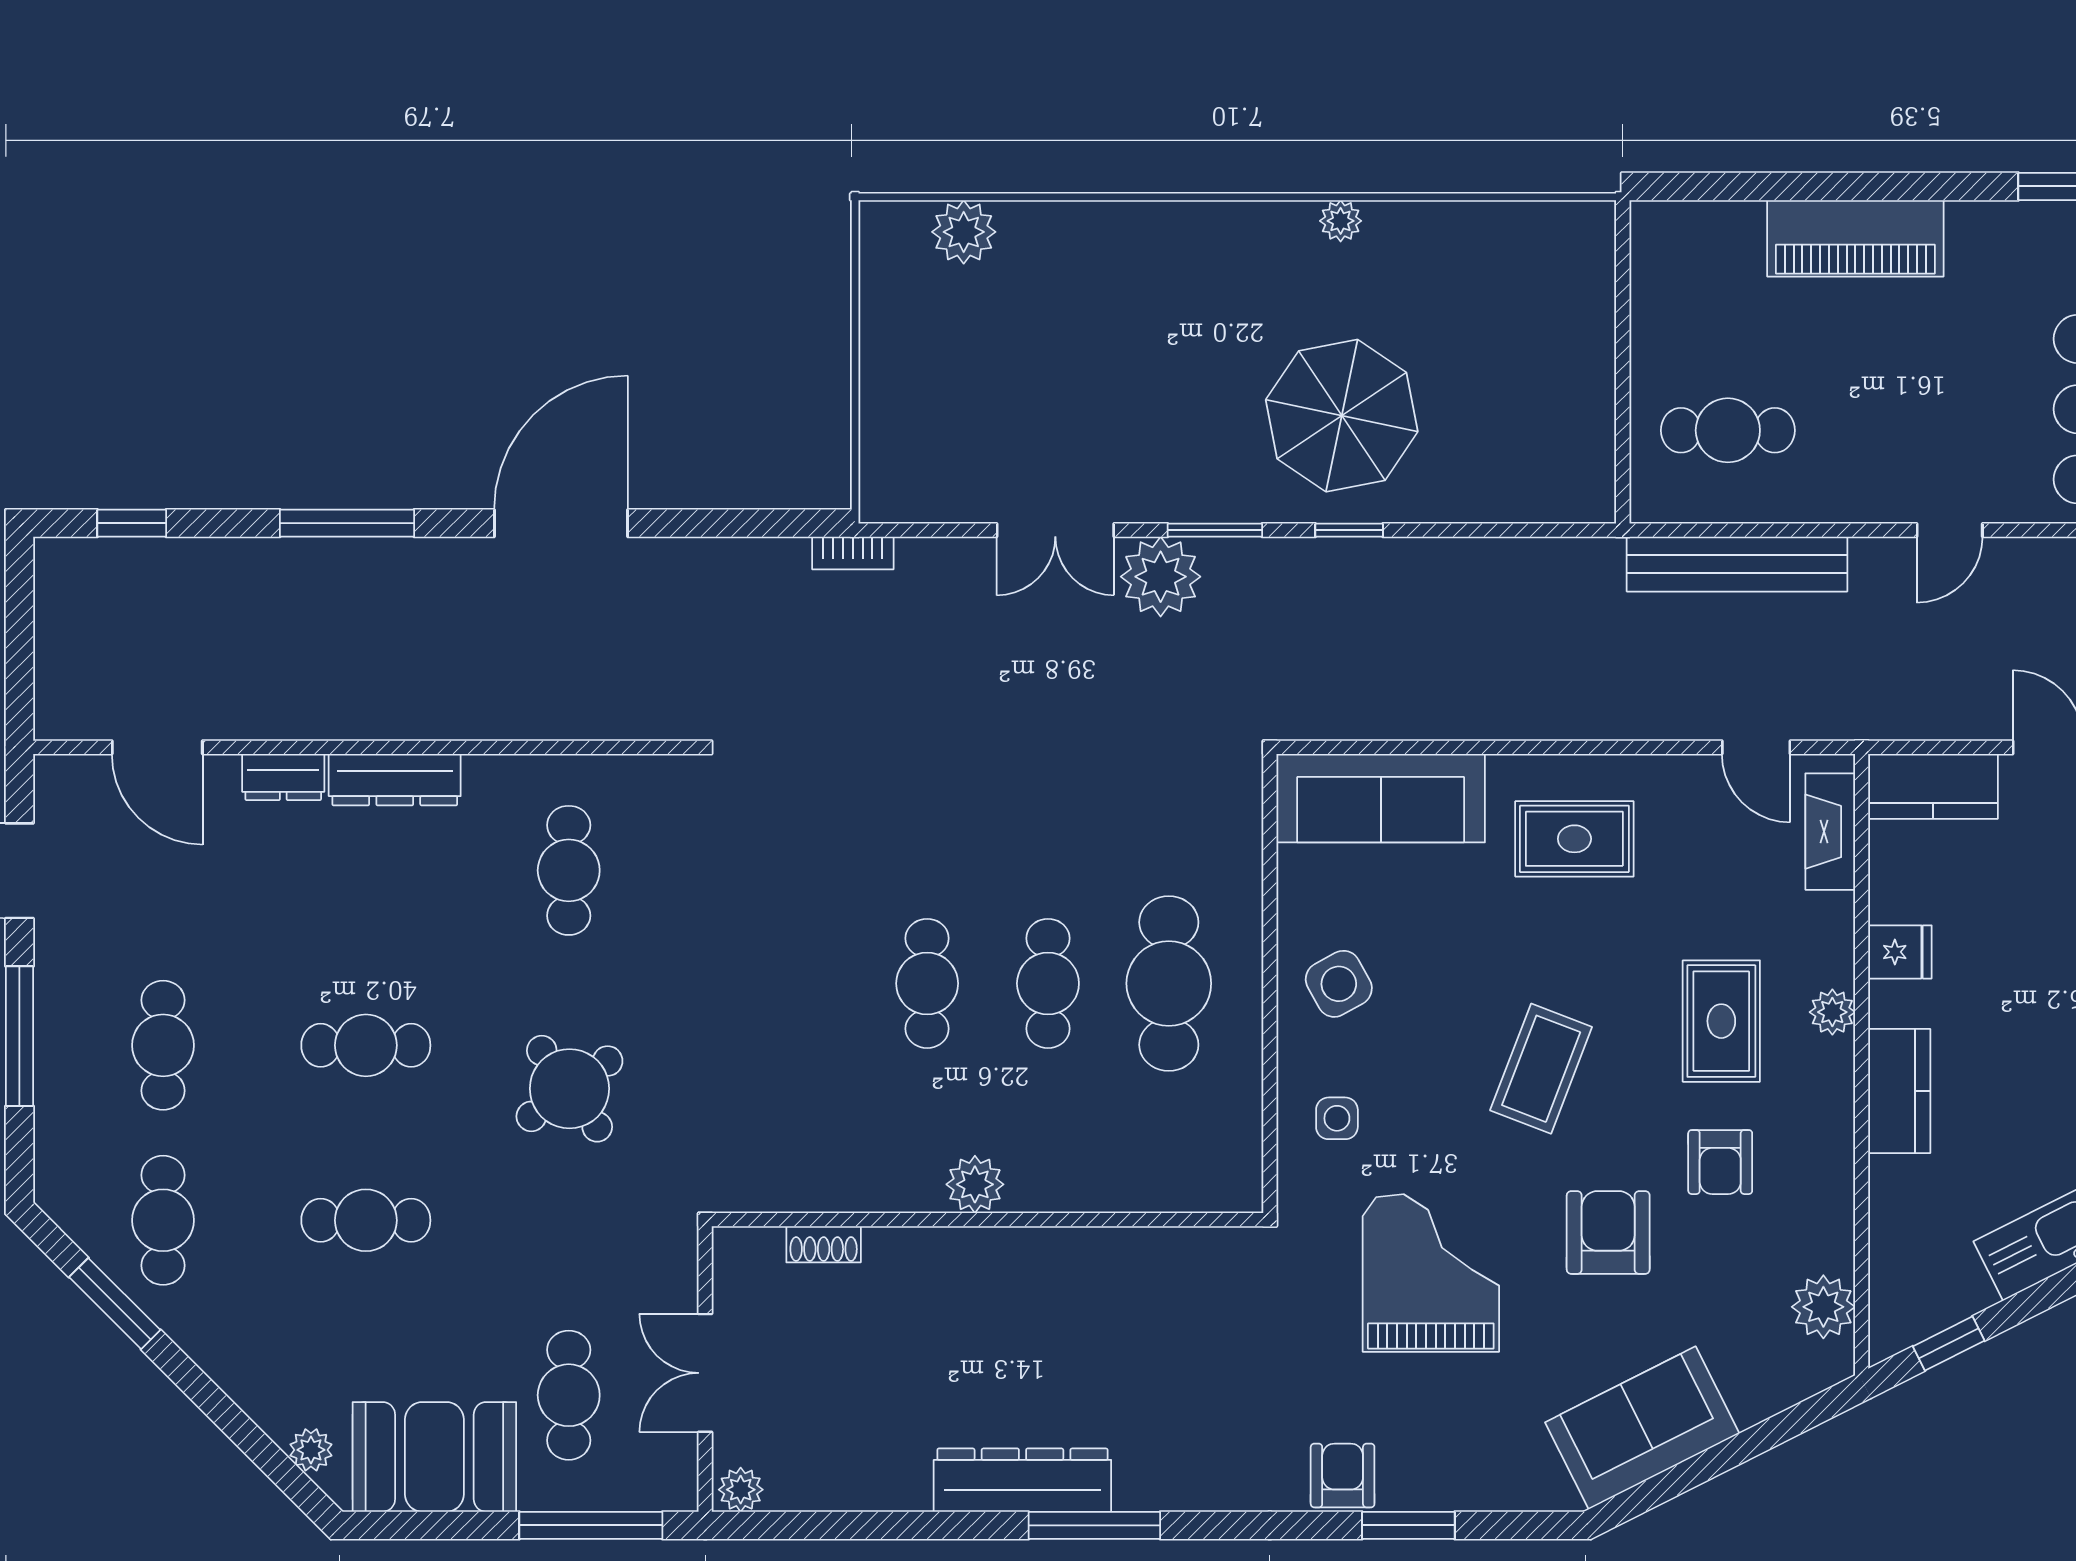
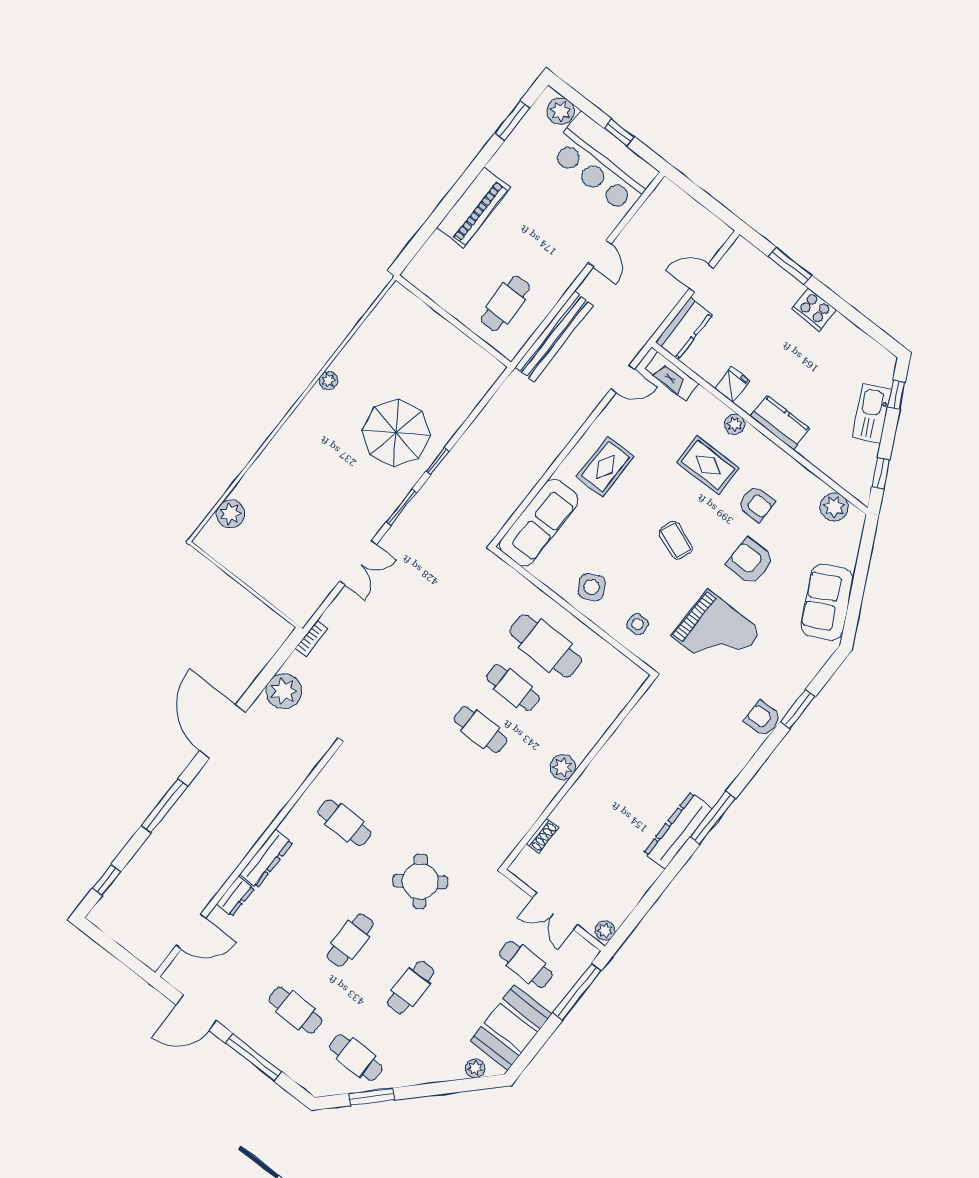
plant: (1161, 577) -> (284, 691), moved
coffee table: (1541, 1069) -> (676, 540), width x0.73, depth x0.77
grand piano: (1431, 1273) -> (716, 633), turned 180

